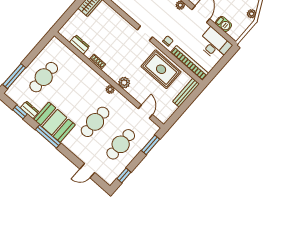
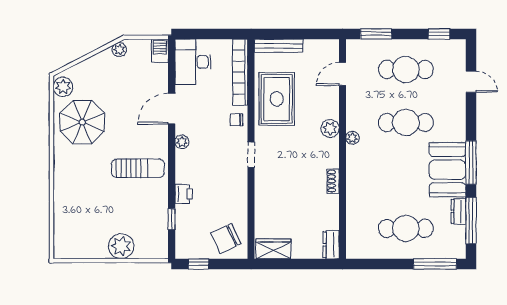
barbecue: (224, 24) -> (160, 51), moved
dresser: (79, 45) -> (331, 245), moved
window: (20, 112) -> (471, 221), width x2.17

